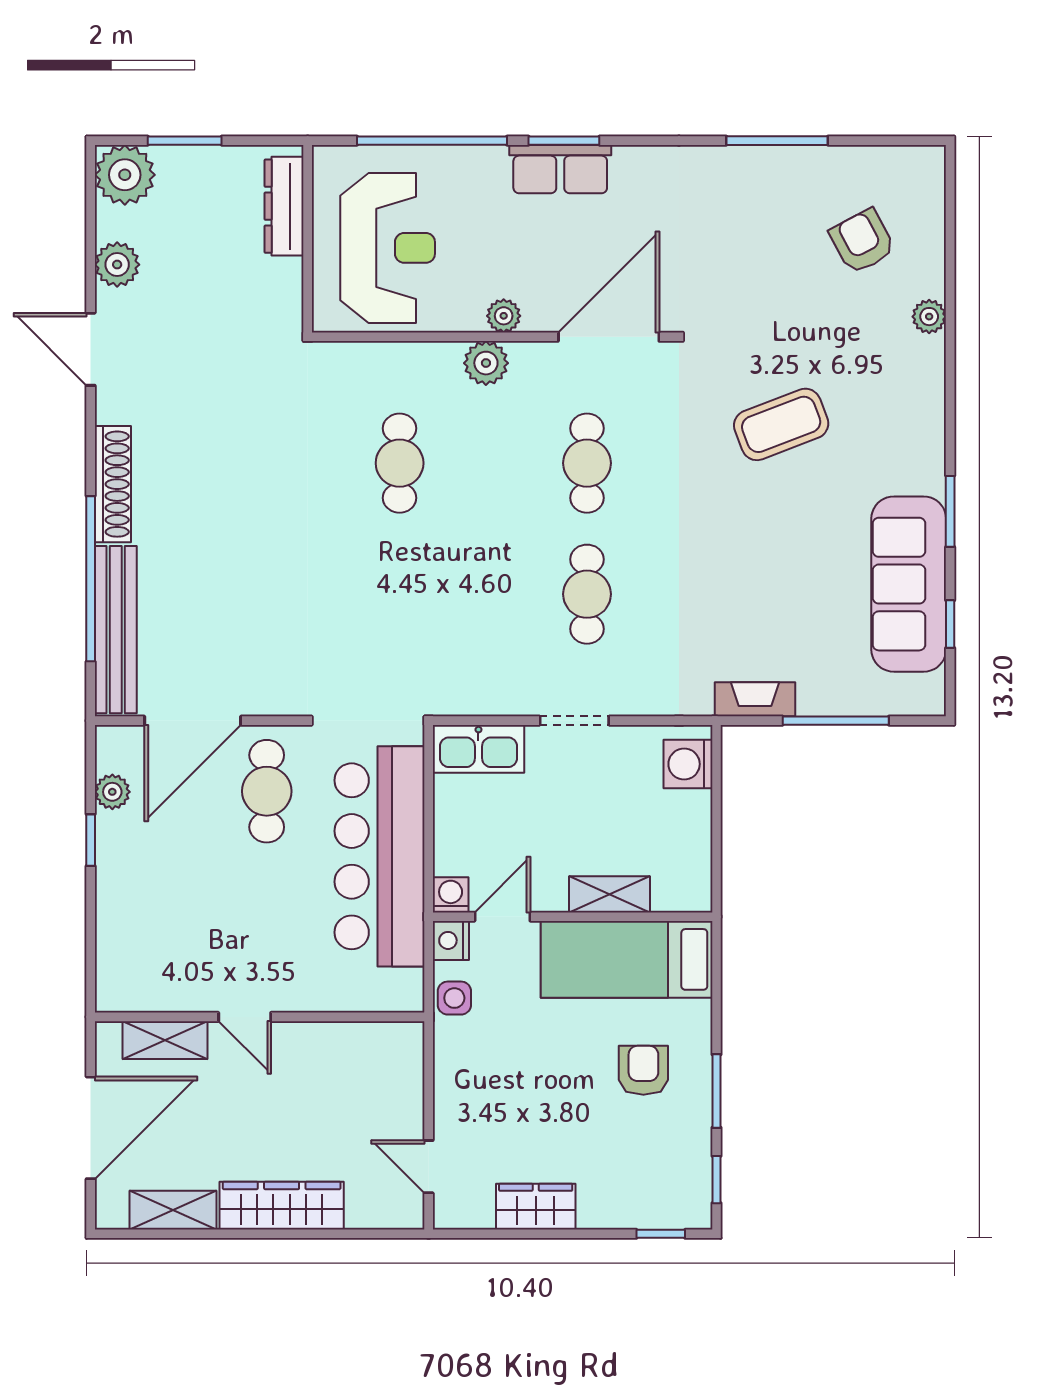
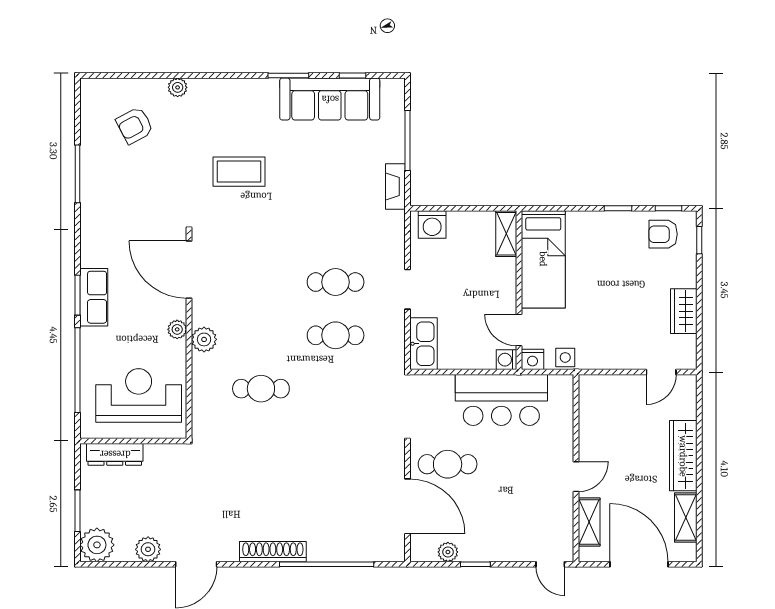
coffee table: (781, 424) -> (239, 172), turned -69
cafe table: (587, 463) -> (336, 335), moved
bench: (116, 630) -> (356, 550), removed
bar counter: (380, 856) -> (501, 400), width x0.73
shelving: (610, 894) -> (506, 234), moved
door: (91, 972) -> (550, 564), added
armchair: (643, 1070) -> (663, 234), moved
window: (716, 1091) -> (618, 208), width x0.67

